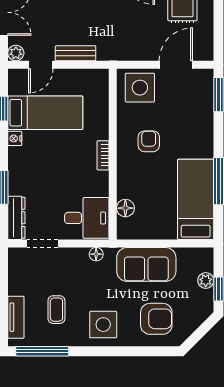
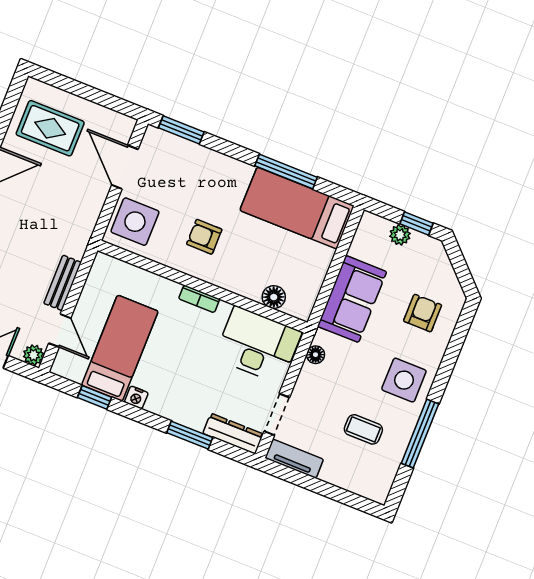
desk: (87, 218) -> (258, 345), width x1.37
tv unit: (16, 317) -> (294, 459), moved
armchair: (156, 319) -> (423, 313), width x0.72, depth x0.72
window: (42, 351) -> (420, 434), moved

